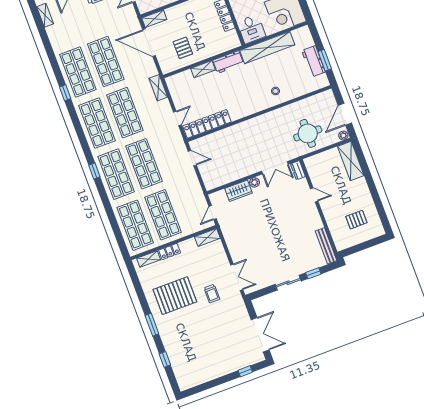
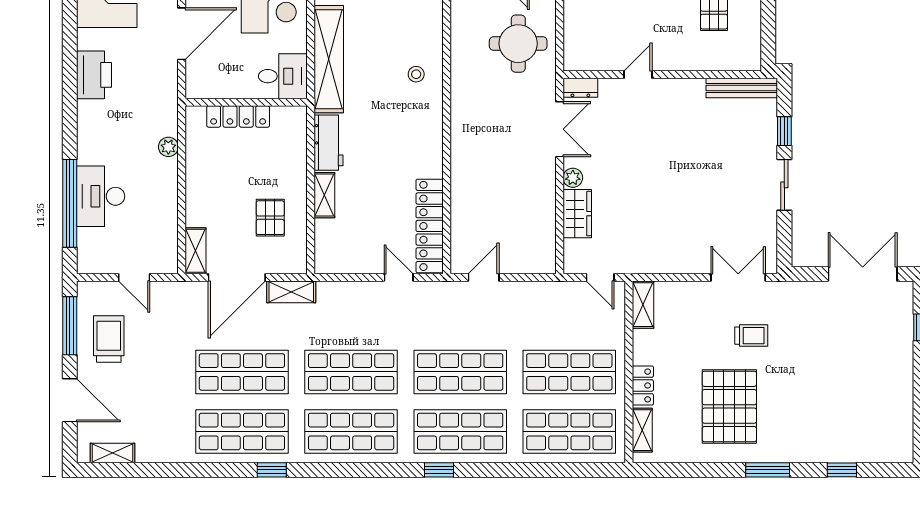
pallet: (183, 48) -> (270, 218), turned 90
shelving: (158, 88) -> (291, 292), moved

